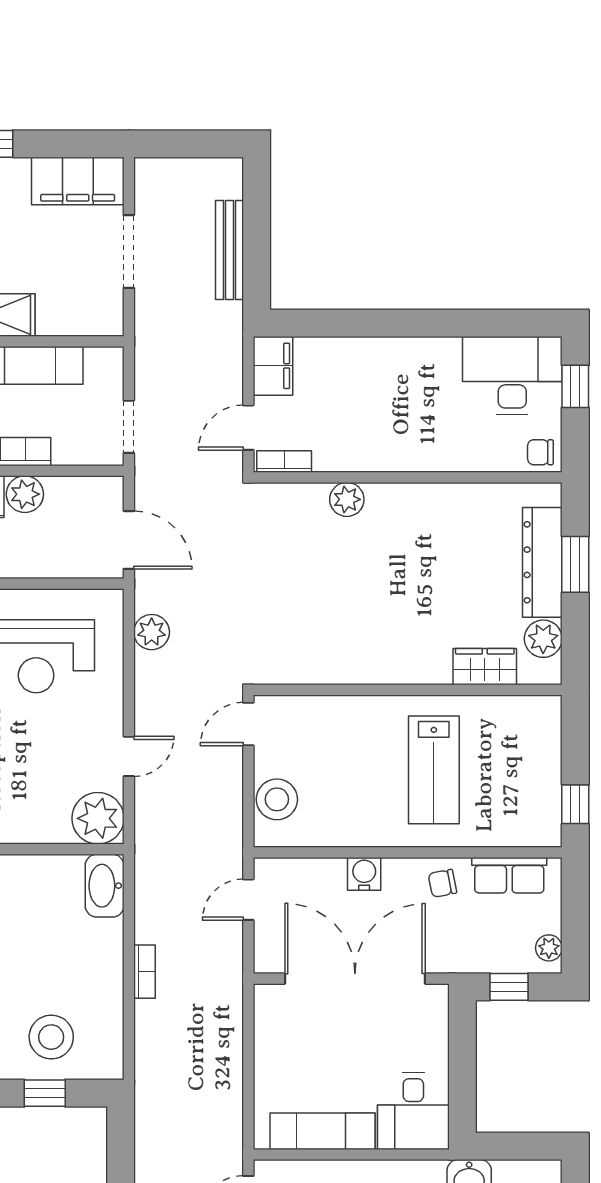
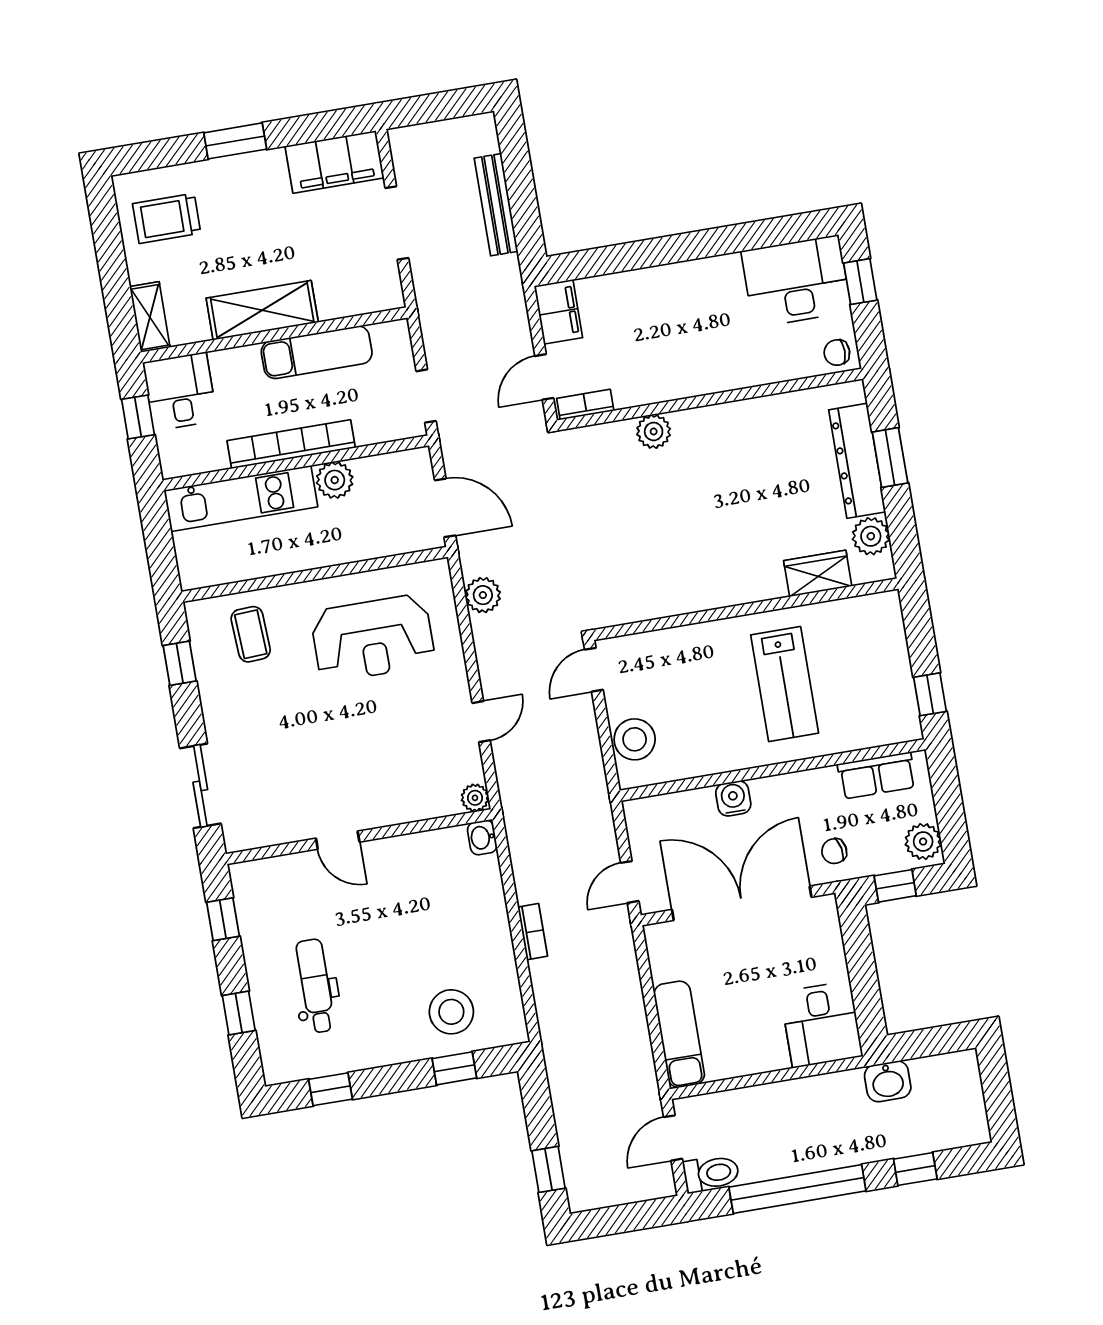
plant: (98, 818) -> (475, 798), width x0.53, depth x0.53
chair: (442, 883) -> (834, 851), moved
washbasin: (105, 886) -> (482, 837), width x0.52, depth x0.69
door: (248, 900) -> (630, 882), moved
plant: (549, 948) -> (923, 842), width x1.38, depth x1.38
exam couch: (322, 1131) -> (679, 1034), moved, turned 90

